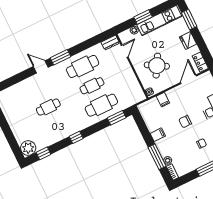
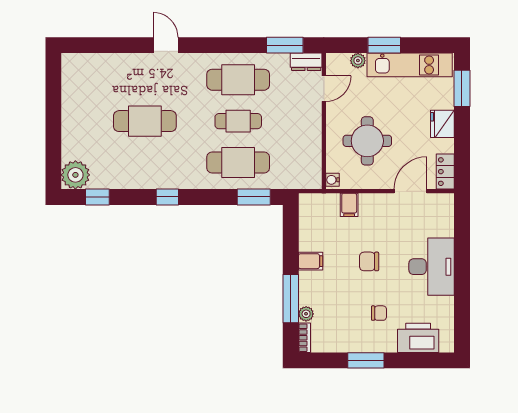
window: (60, 57) -> (285, 45), moved
round table: (157, 66) -> (367, 141), turned -30
cafe table: (48, 107) -> (145, 121), width x1.37, depth x1.35

